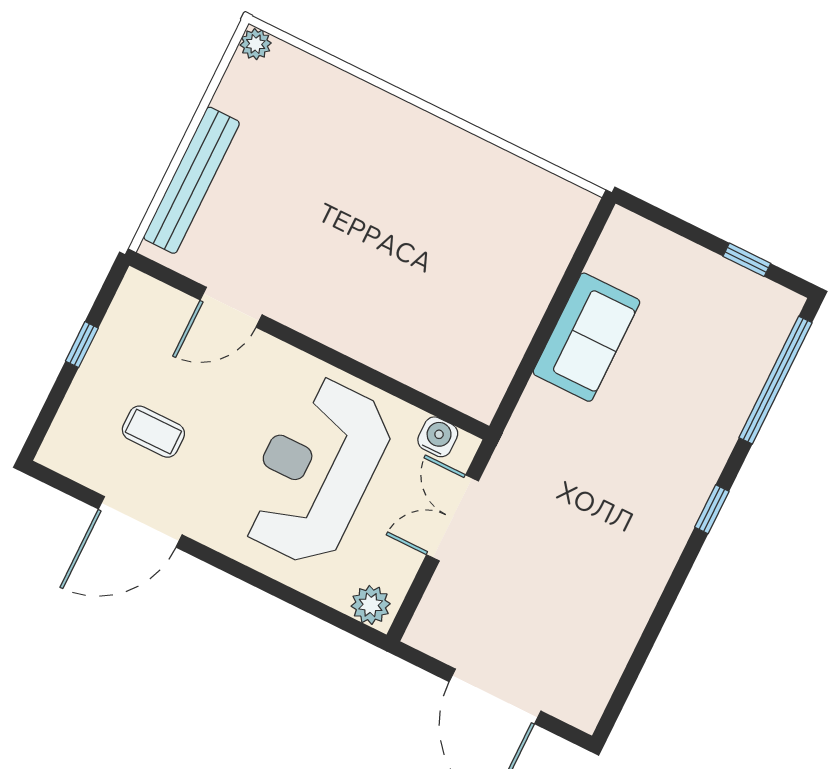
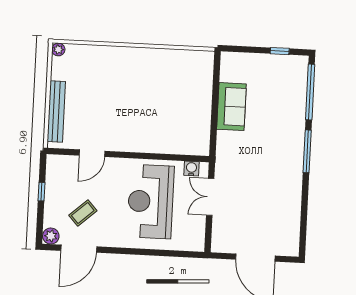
coffee table: (153, 432) -> (83, 213), turned -42
window: (712, 509) -> (307, 151), width x2.17
door: (140, 522) -> (79, 249), moved
plant: (371, 605) -> (51, 236), moved

